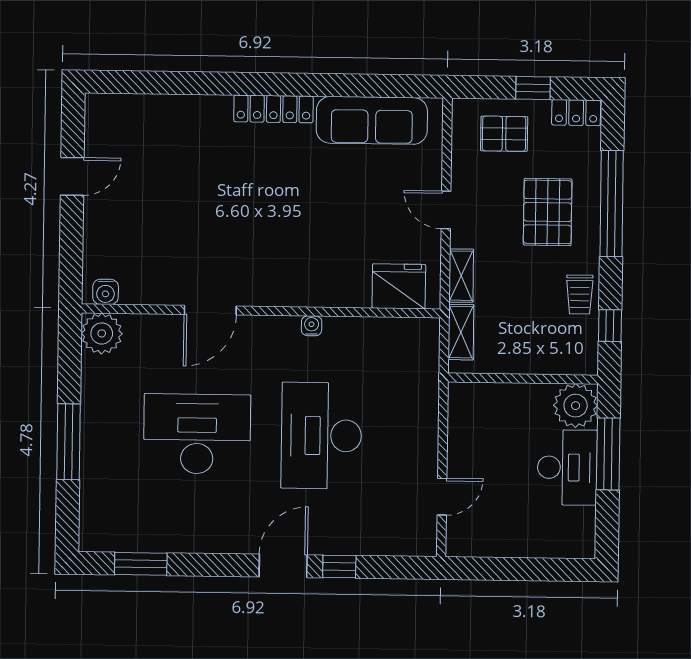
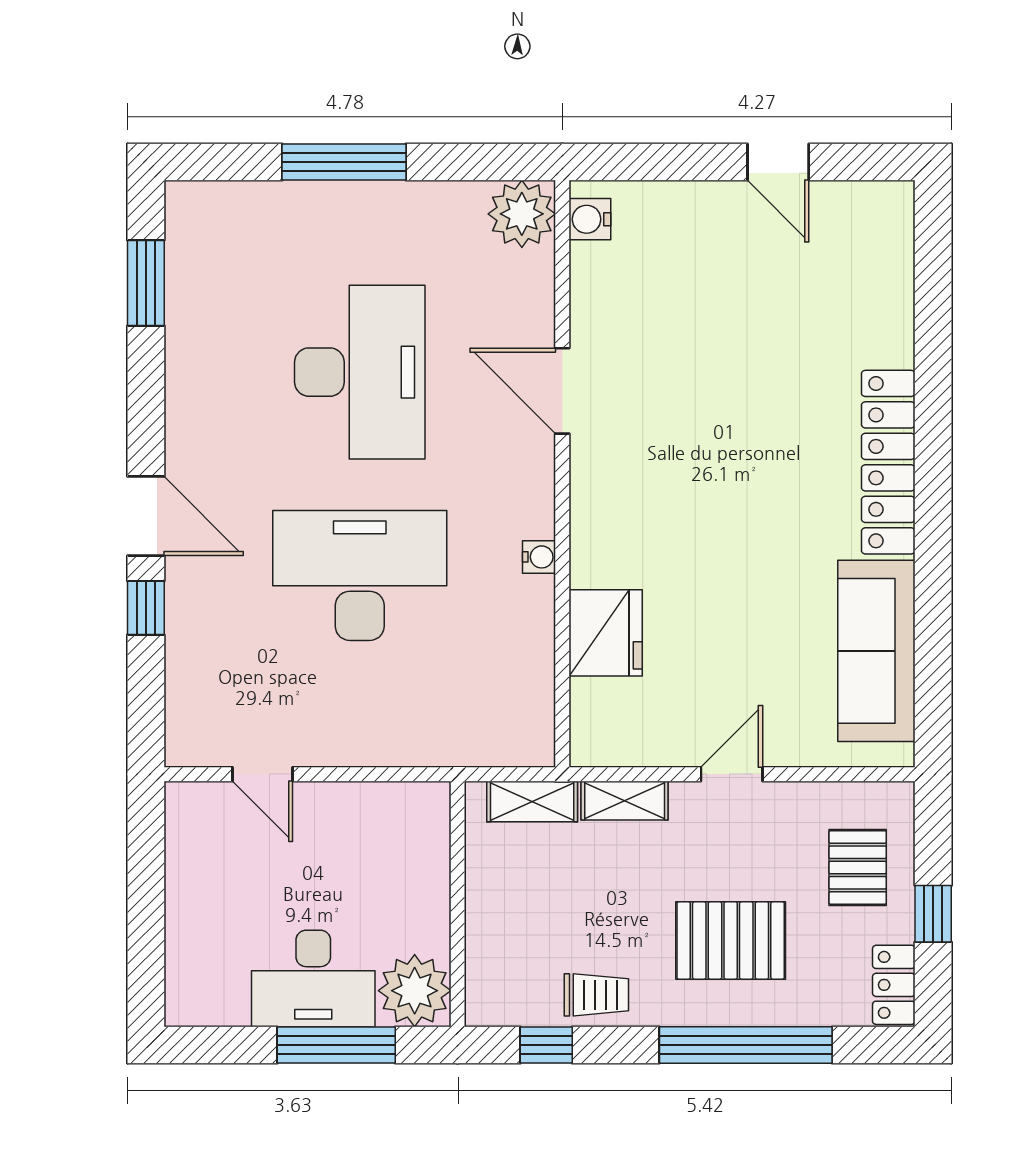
locker: (273, 109) -> (888, 462), width x1.41, depth x1.21
fridge: (399, 286) -> (606, 633), moved
trolley: (580, 295) -> (596, 995), turned 180

